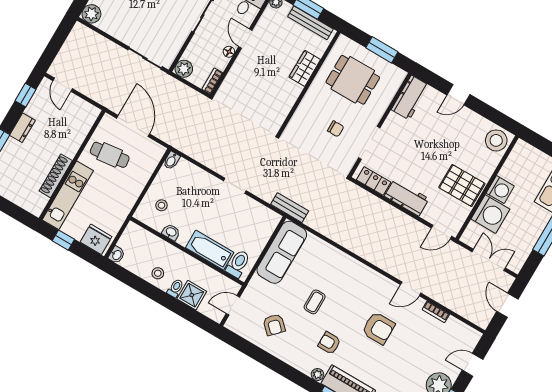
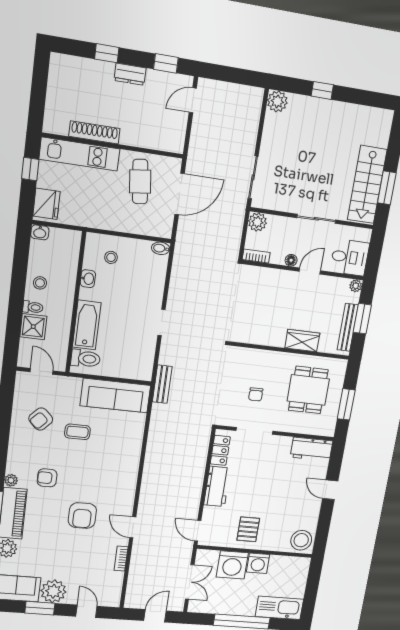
pallet: (462, 186) -> (248, 529), width x0.67, depth x0.71
coffee table: (315, 302) -> (77, 432), moved
armchair: (329, 343) -> (47, 478), turned -90

